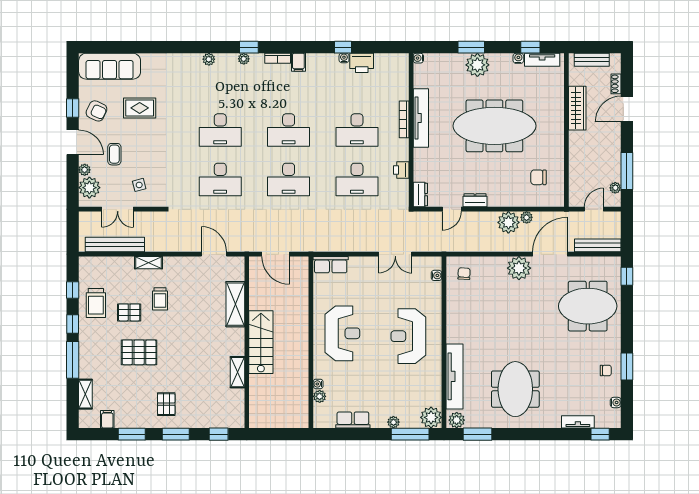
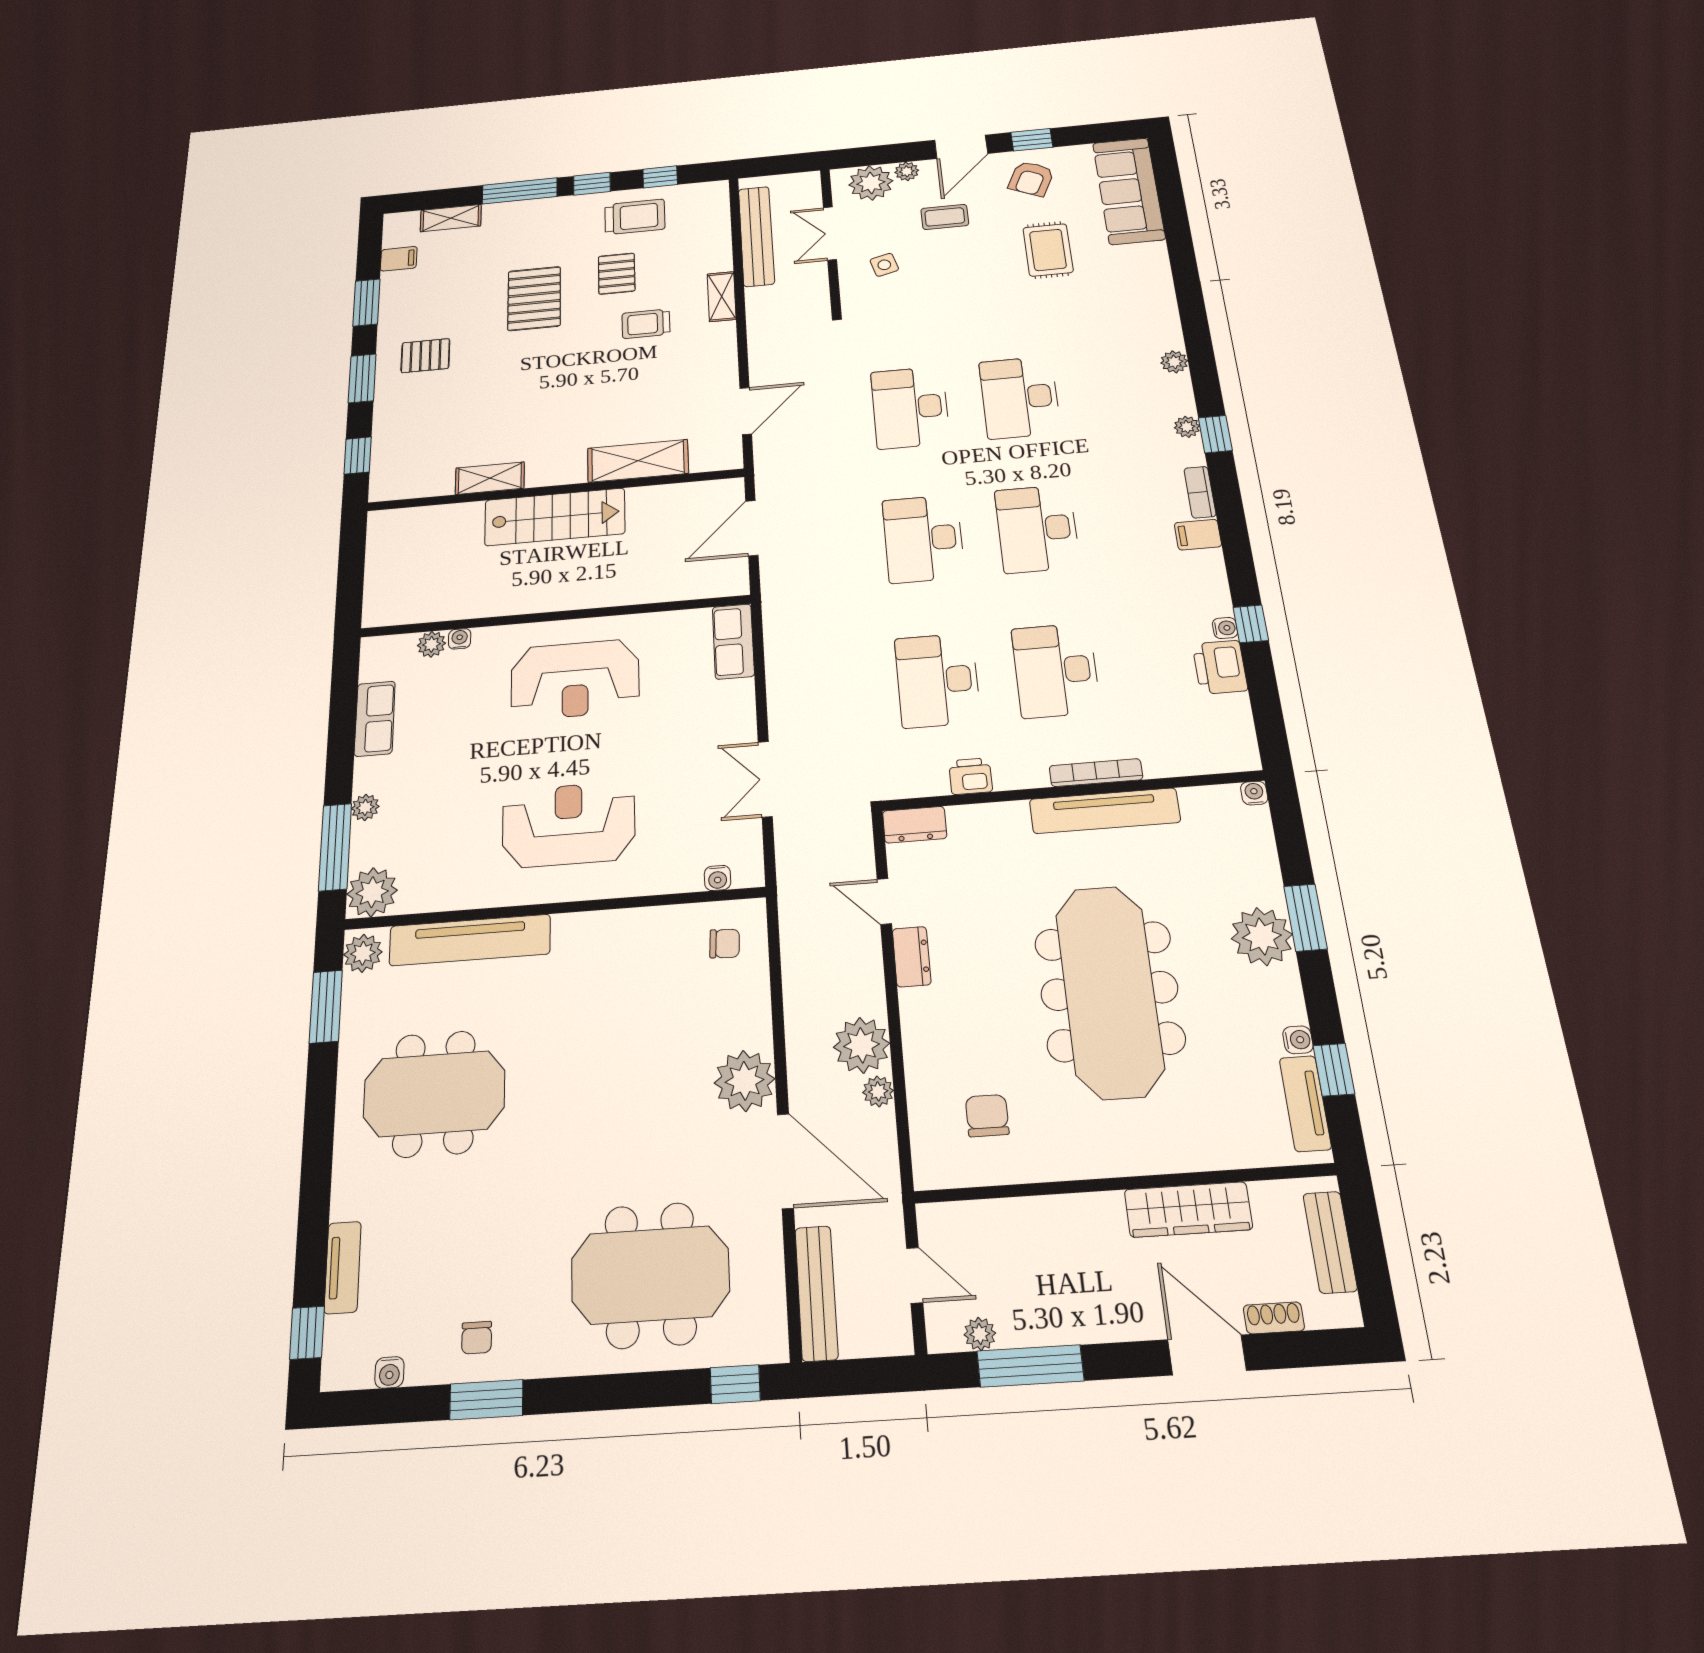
trolley: (96, 303) -> (635, 217), turned 180
meeting table: (588, 306) -> (650, 1275), turned 90

